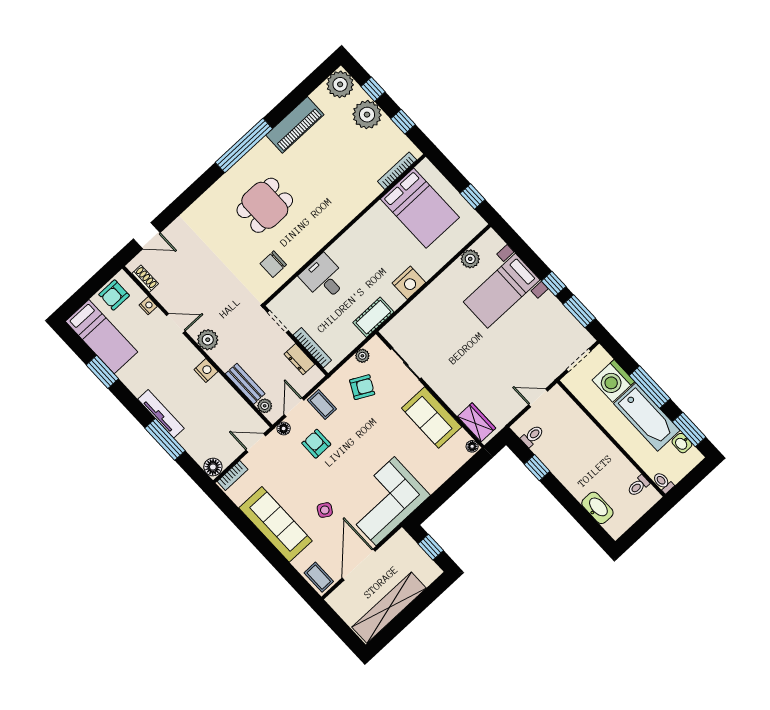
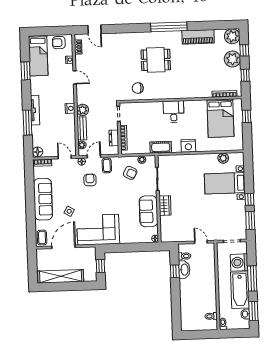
window: (473, 196) -> (247, 116), moved
desk: (324, 278) -> (174, 112), moved
plant: (208, 340) -> (83, 110), moved
wardrobe: (477, 422) -> (165, 206), moved
washbasin: (597, 508) -> (184, 270), moved

